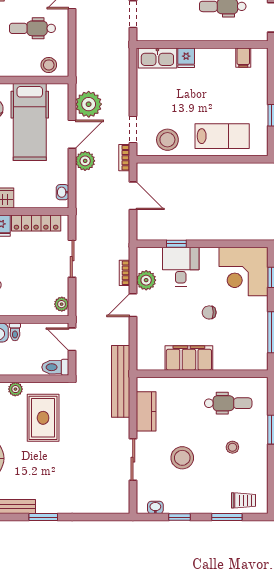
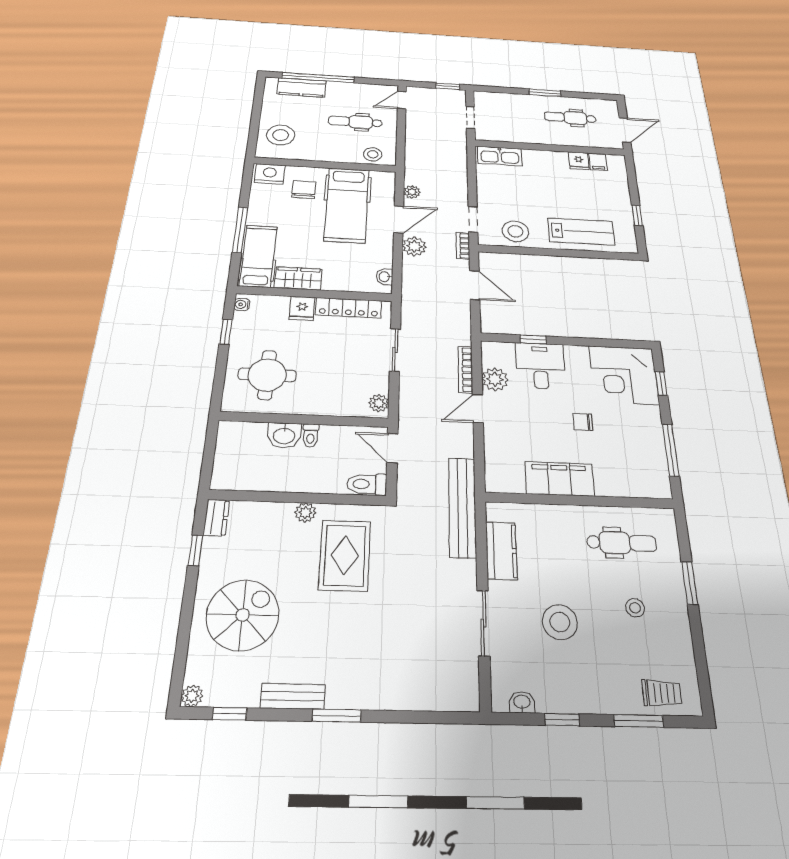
fridge: (186, 58) -> (579, 161), moved
plant: (89, 104) -> (412, 192), width x0.53, depth x0.53
bookcase: (124, 273) -> (465, 369), width x1.56

